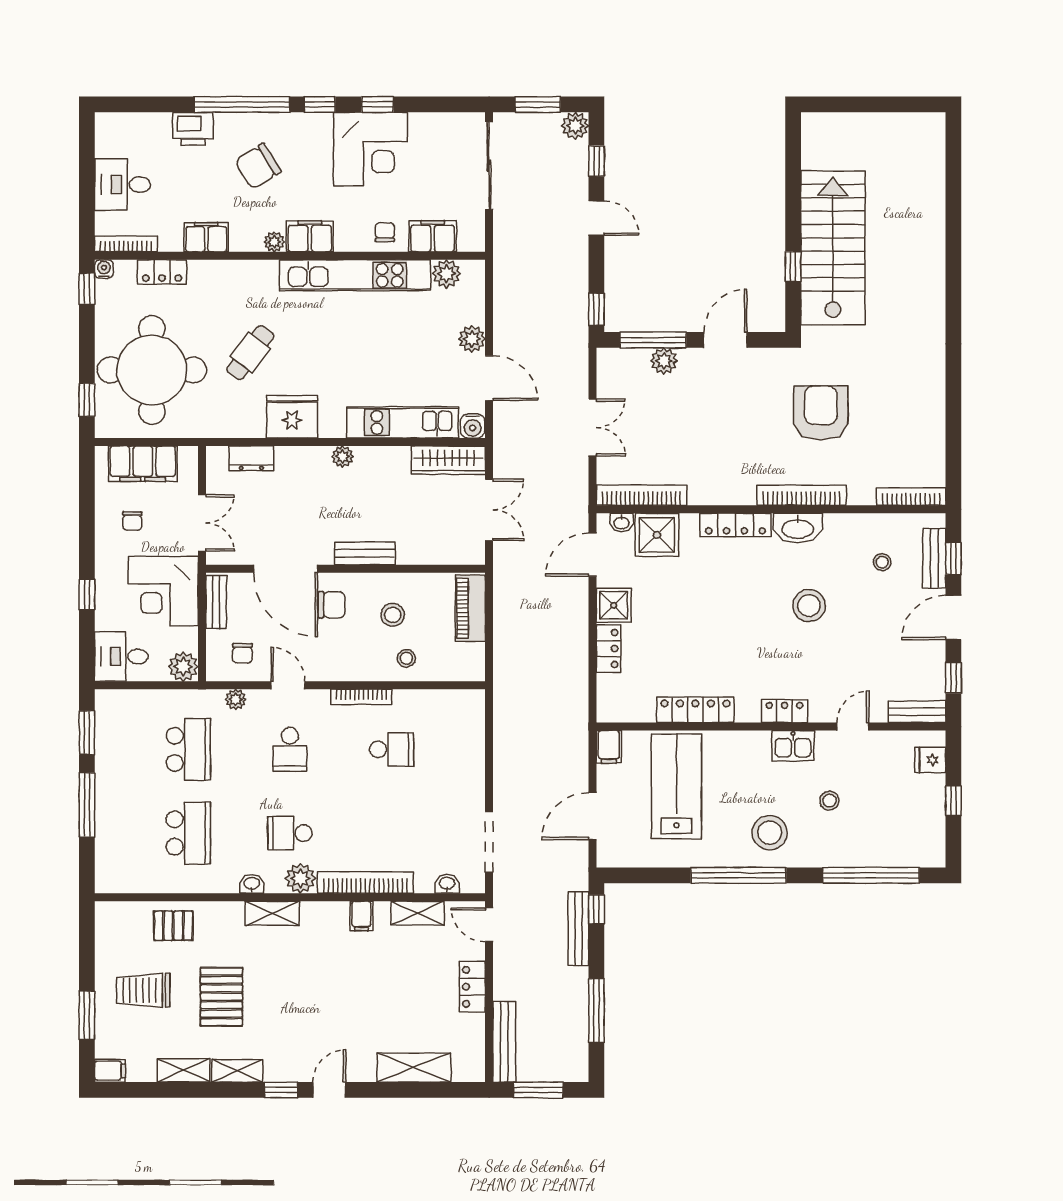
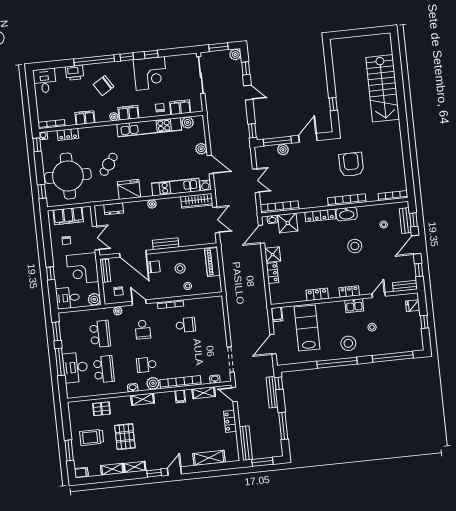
desk: (123, 185) -> (45, 81), moved, turned 90
stairs: (833, 248) -> (383, 88), moved, turned 180
locker: (695, 710) -> (317, 294), width x0.66
desk: (122, 822) -> (75, 367), added

